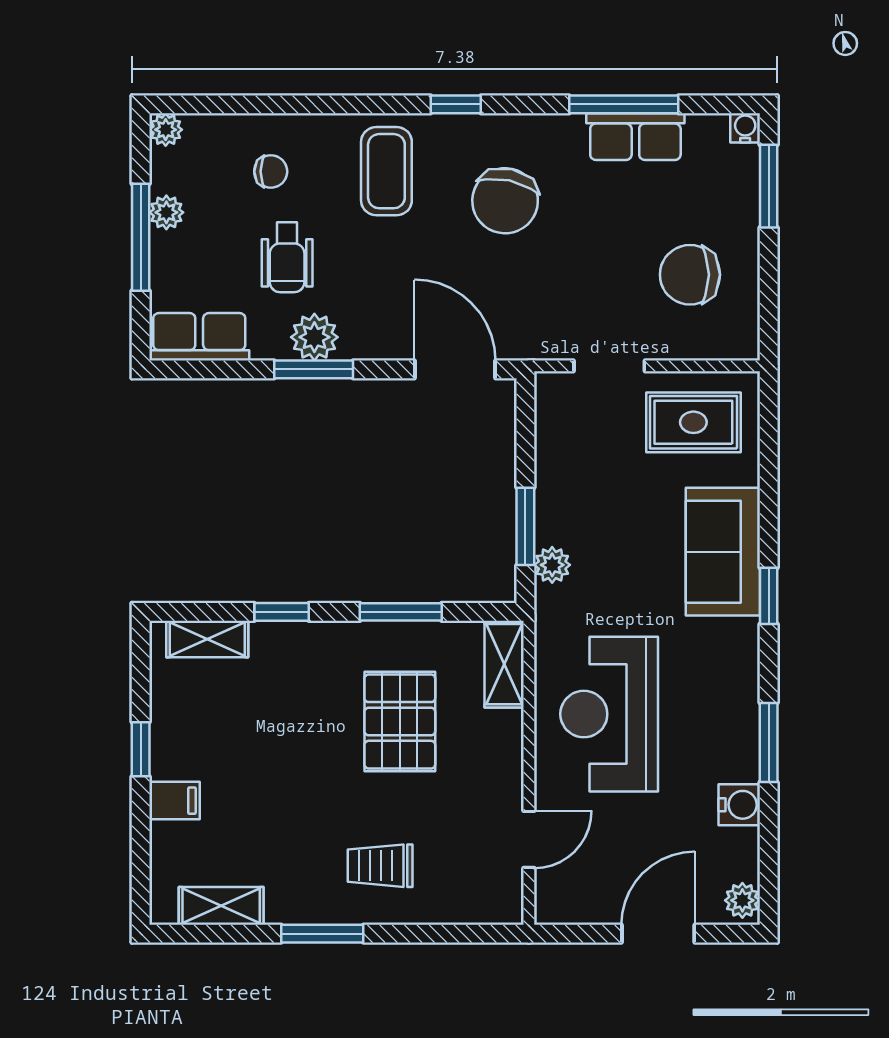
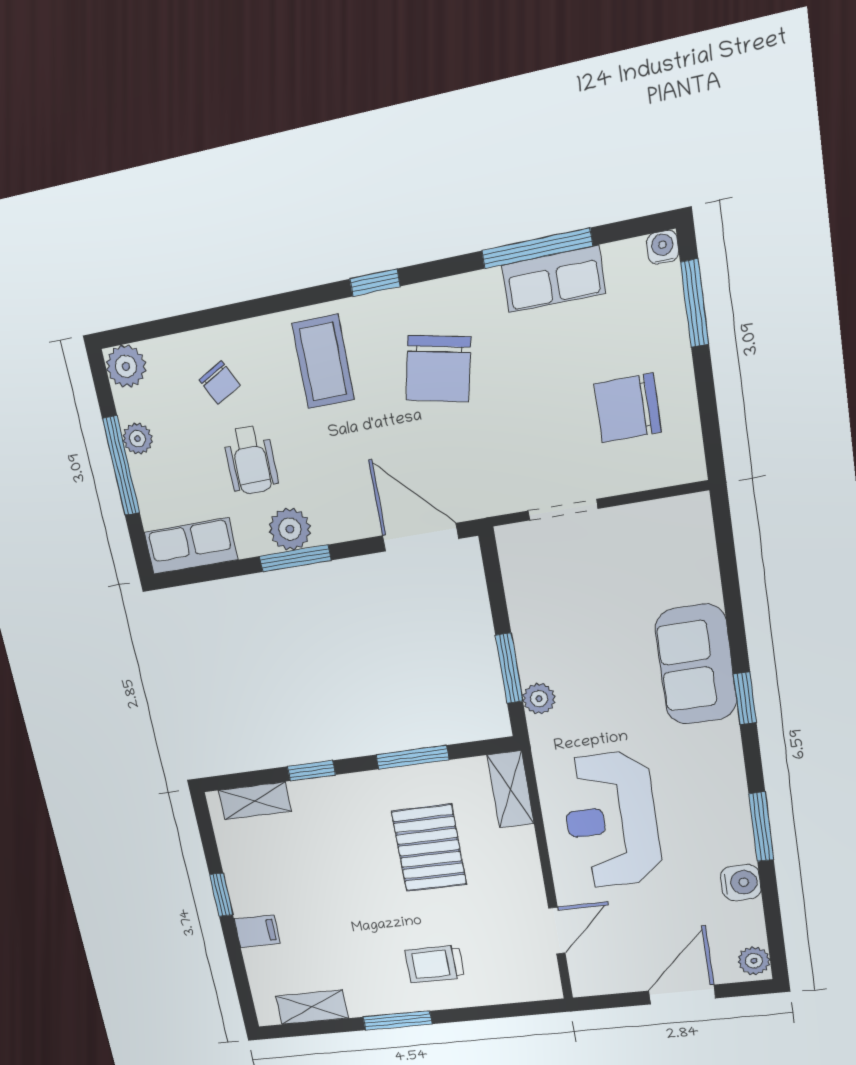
plant: (166, 130) -> (126, 366), width x1.38, depth x1.38
chair: (271, 171) -> (219, 383), turned 63
rug: (693, 422) -> (651, 550), removed

